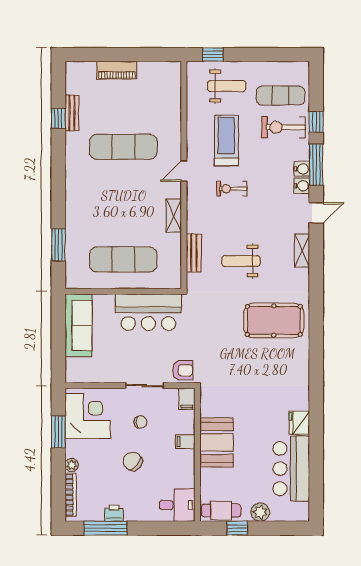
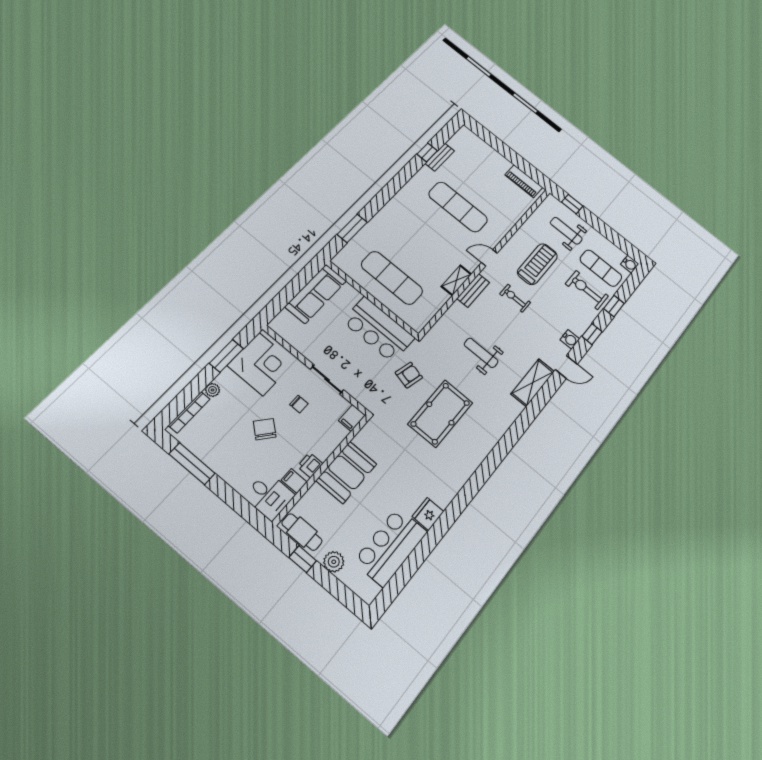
piano: (117, 70) -> (524, 181), moved
weight bench: (227, 86) -> (566, 231), turned 180
window: (316, 164) -> (592, 334), width x0.46
water cooler: (302, 169) -> (630, 264), moved
shelving: (302, 250) -> (533, 383), width x1.50, depth x1.33
bench: (194, 253) -> (473, 291), moved
pool table: (274, 320) -> (440, 413), moved, turned 90
armchair: (183, 370) -> (409, 375), moved, turned -76
filing cabinet: (185, 442) -> (294, 481), moved
printer: (114, 513) -> (310, 465), moved, turned -90

